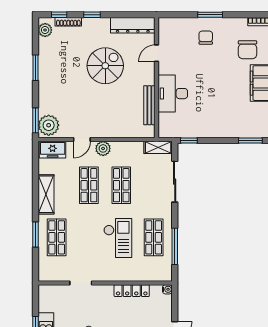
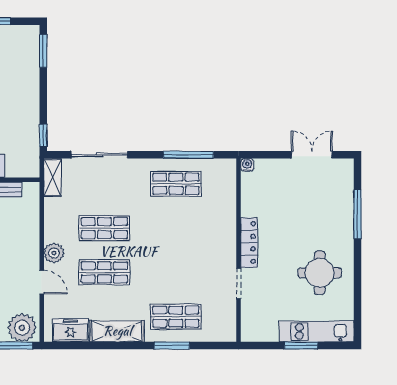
freezer: (53, 150) -> (71, 330), moved, turned -90
checkout: (118, 238) -> (177, 233), removed
locker: (132, 291) -> (249, 243), moved

